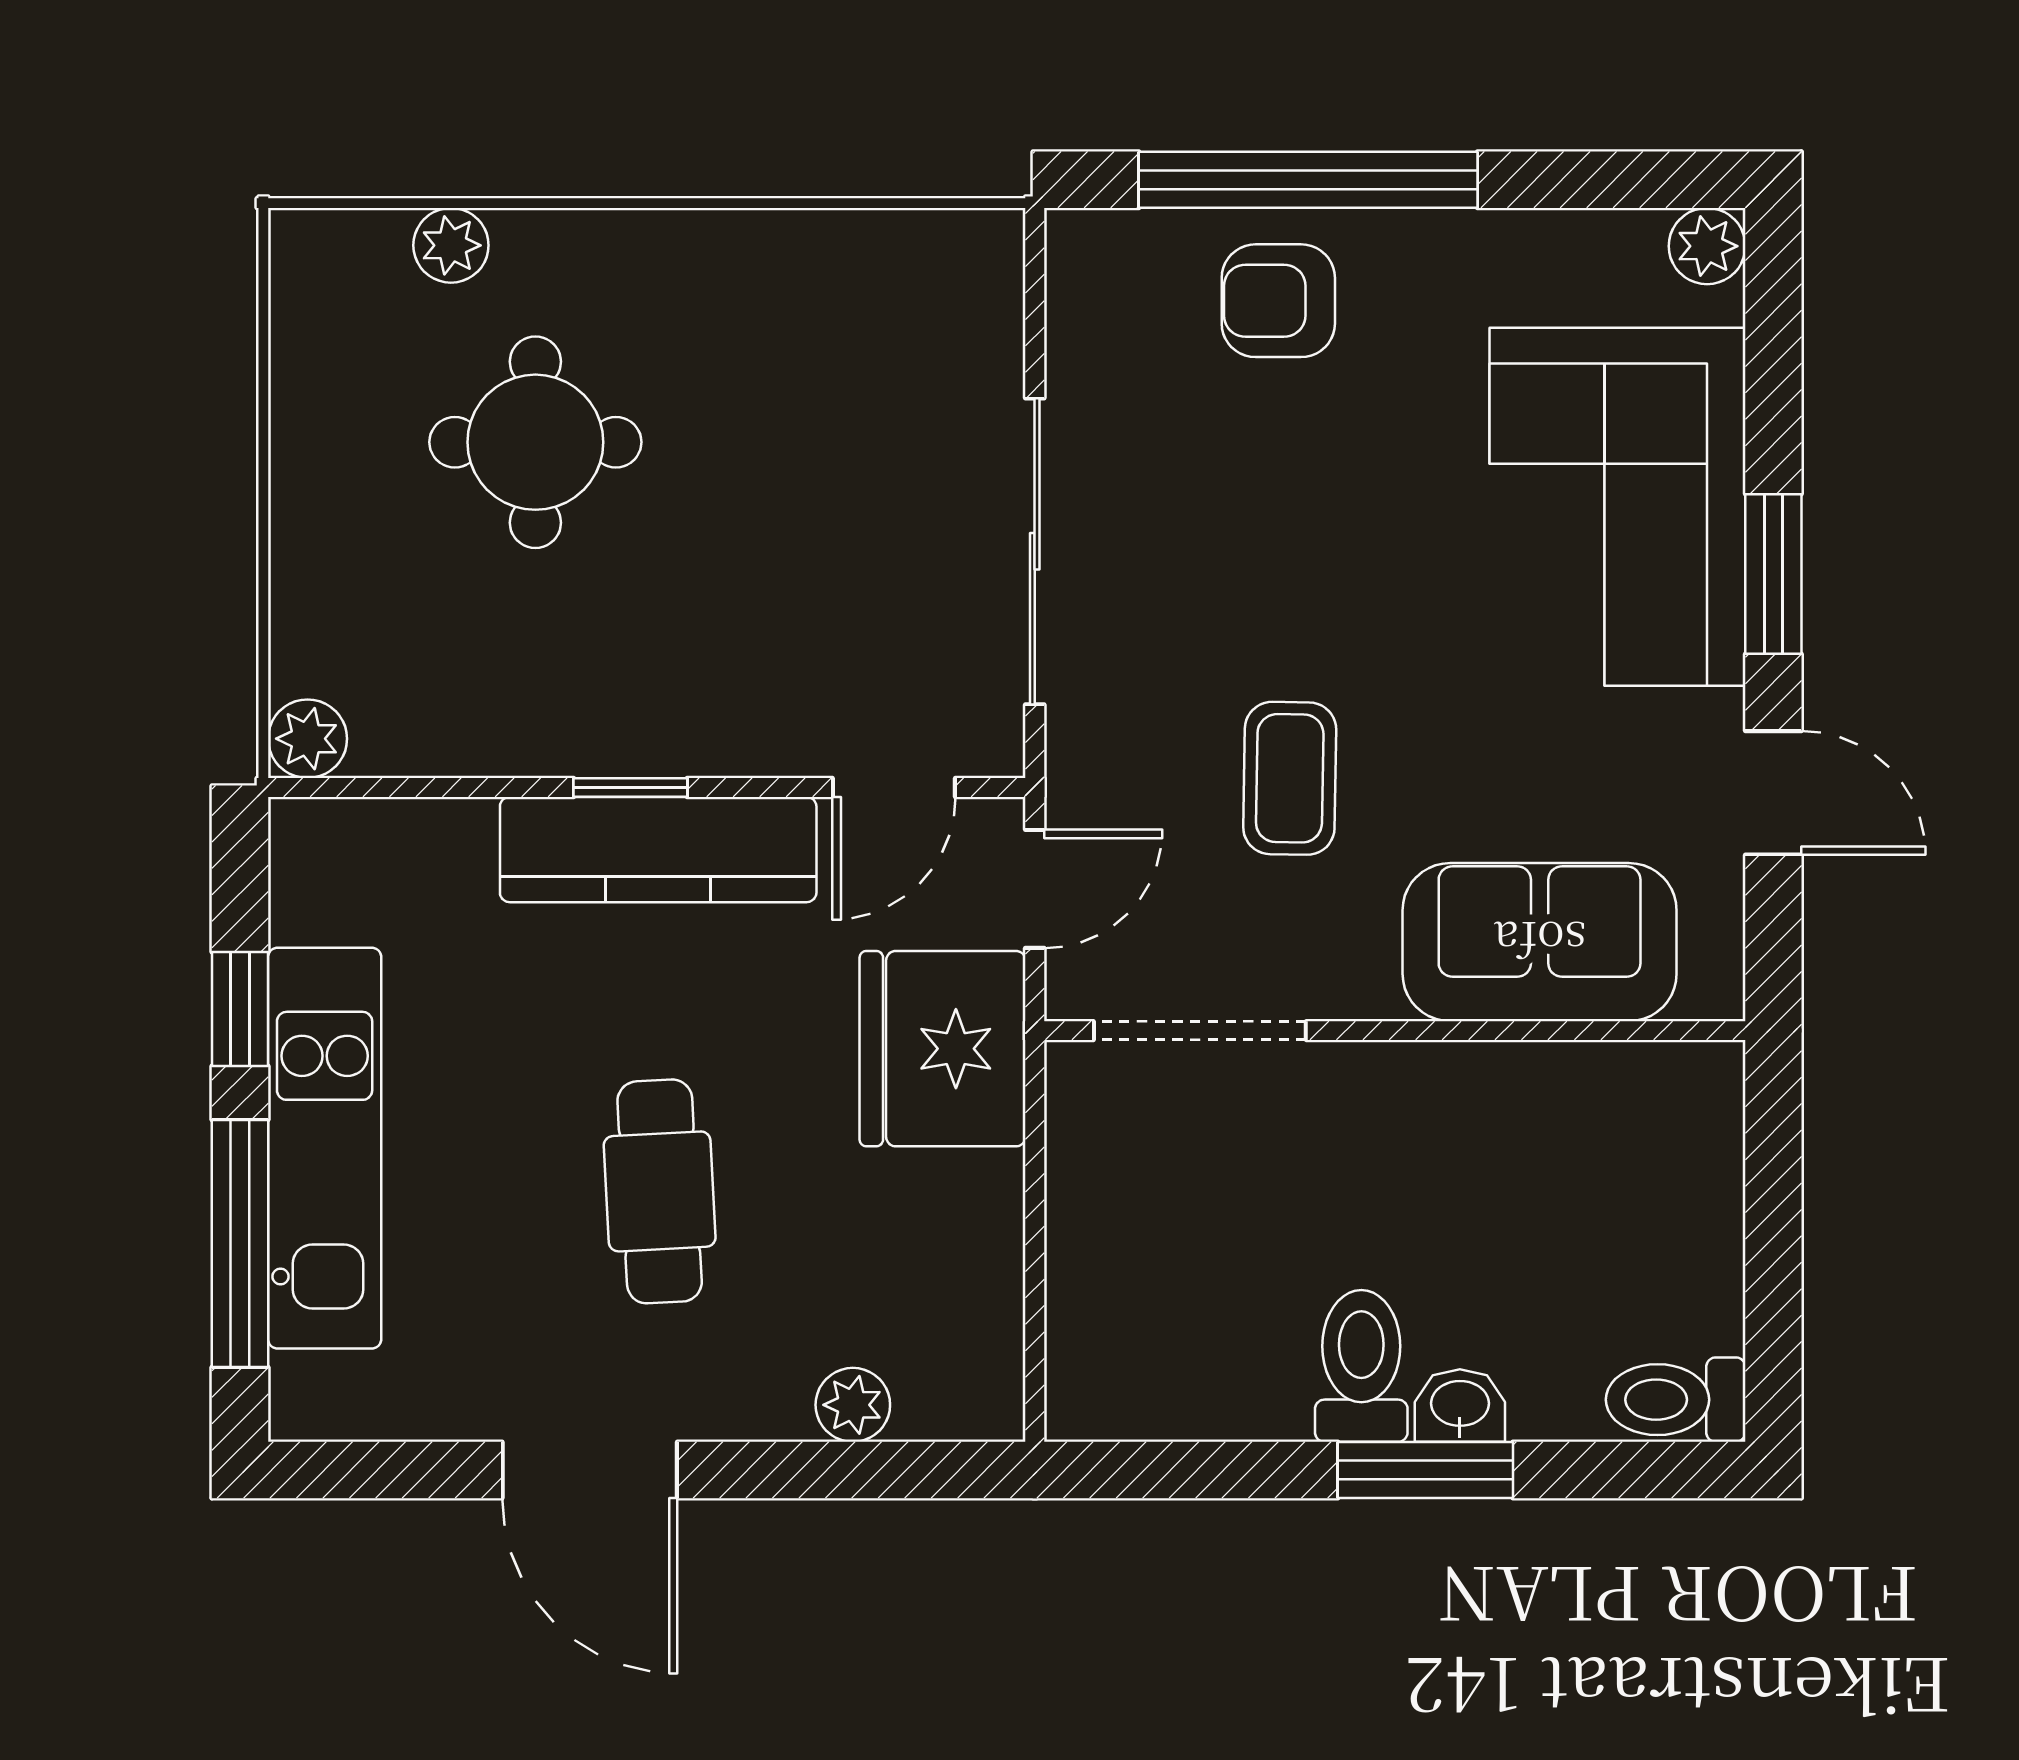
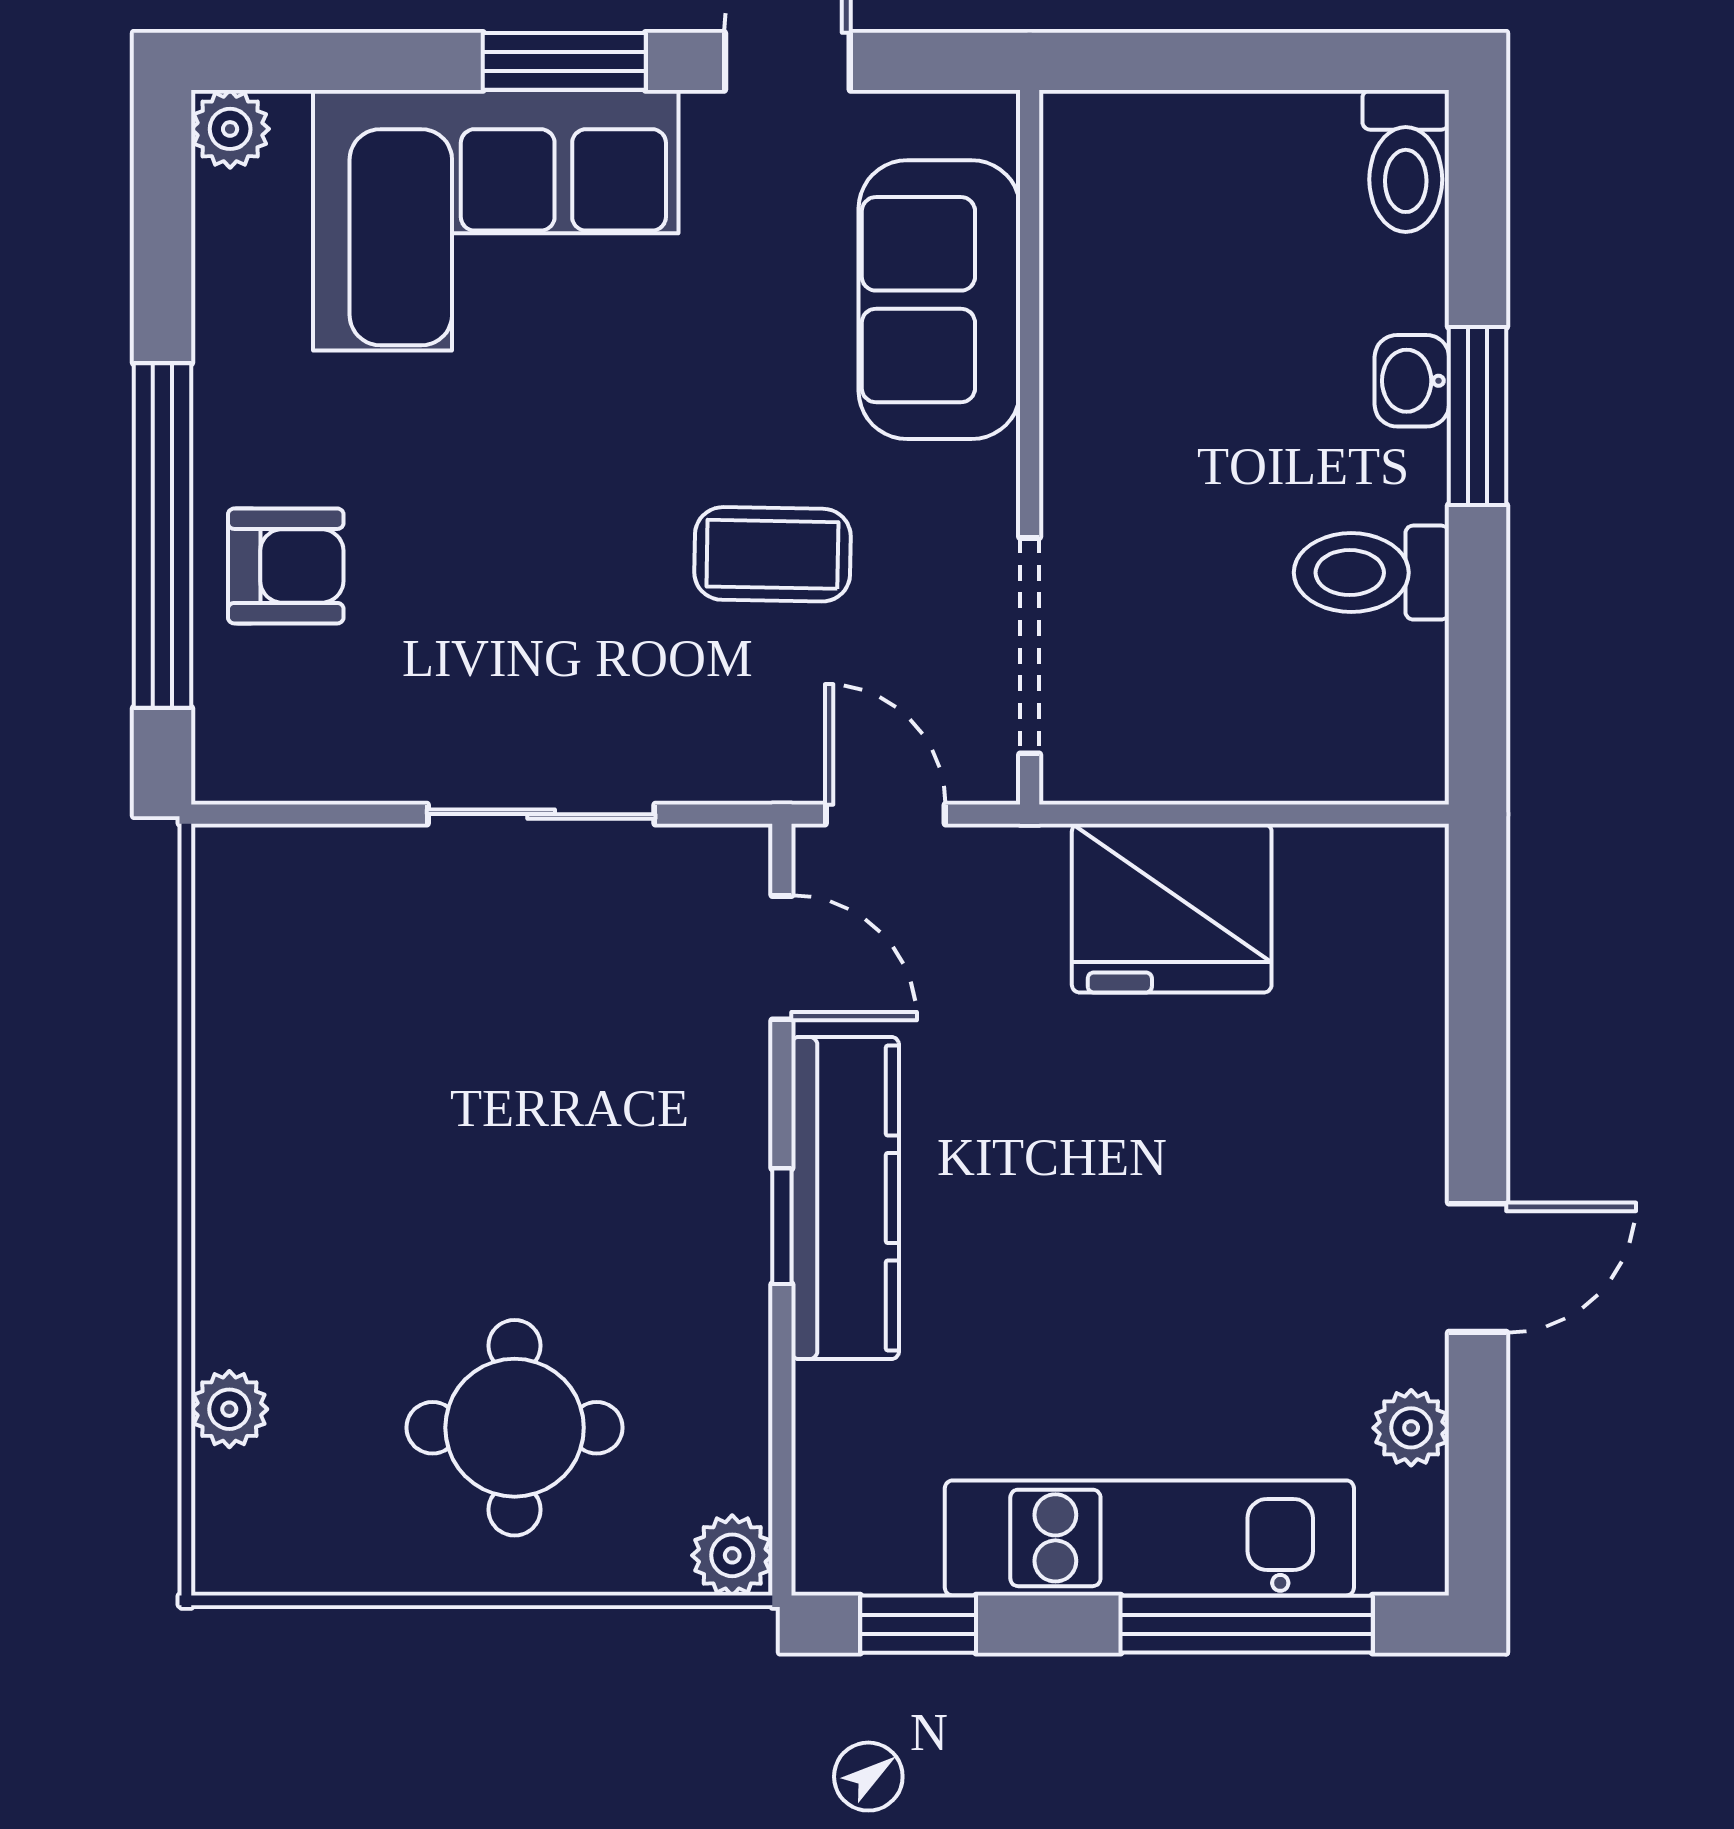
armchair: (1278, 301) -> (286, 566), turned -90
round table: (535, 442) -> (515, 1428), moved
sliding door: (1035, 551) -> (541, 814), width x0.73
window: (240, 1009) -> (918, 1624), moved
fridge: (943, 1049) -> (1172, 908), moved
cafe table: (660, 1191) -> (1194, 1197), removed
toilet: (1361, 1366) -> (1371, 573), moved
plant: (853, 1405) -> (1411, 1428), moved
door: (590, 1470) -> (1477, 1268), width x0.73

